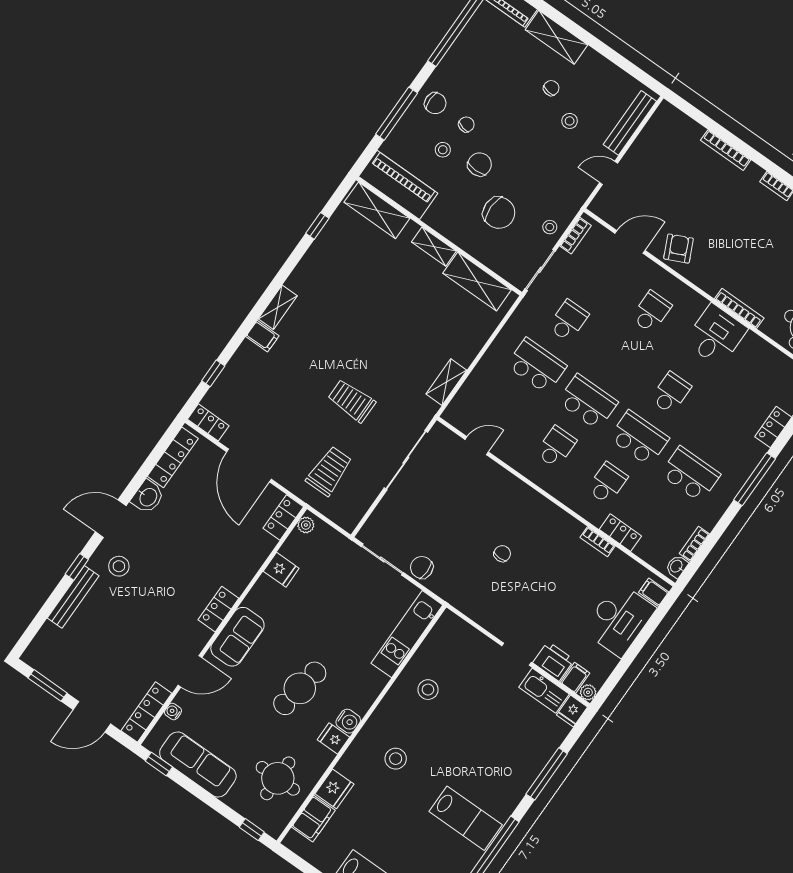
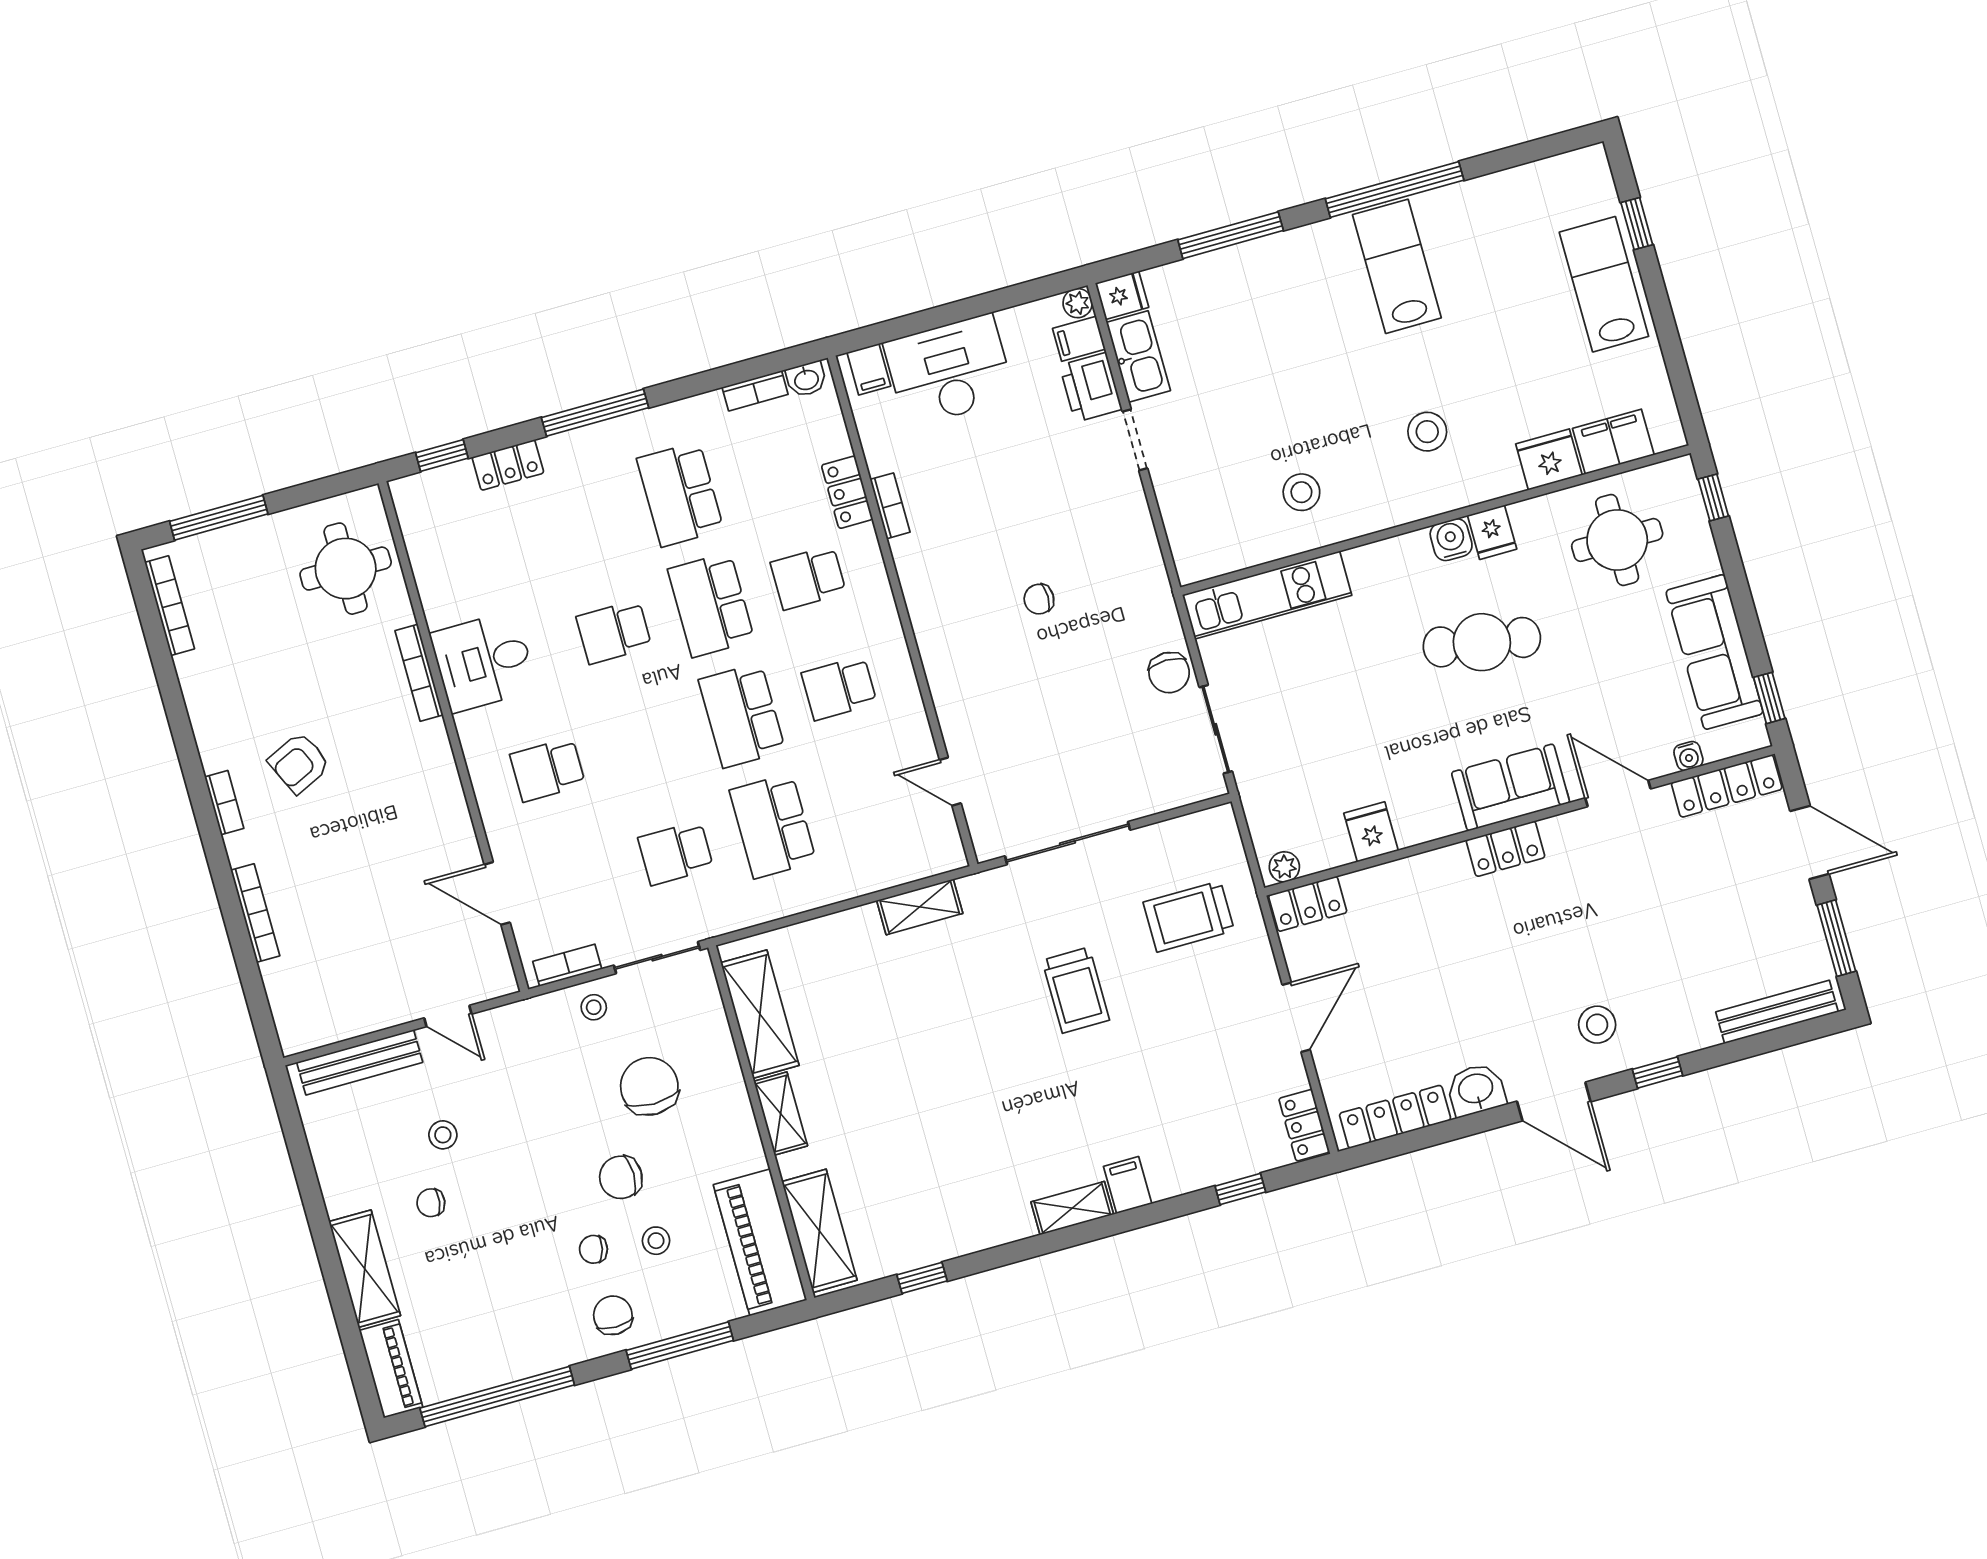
armchair: (679, 249) -> (299, 763), moved
door: (249, 465) -> (1296, 1017), width x0.73
bench: (73, 597) -> (1777, 1012), moved

